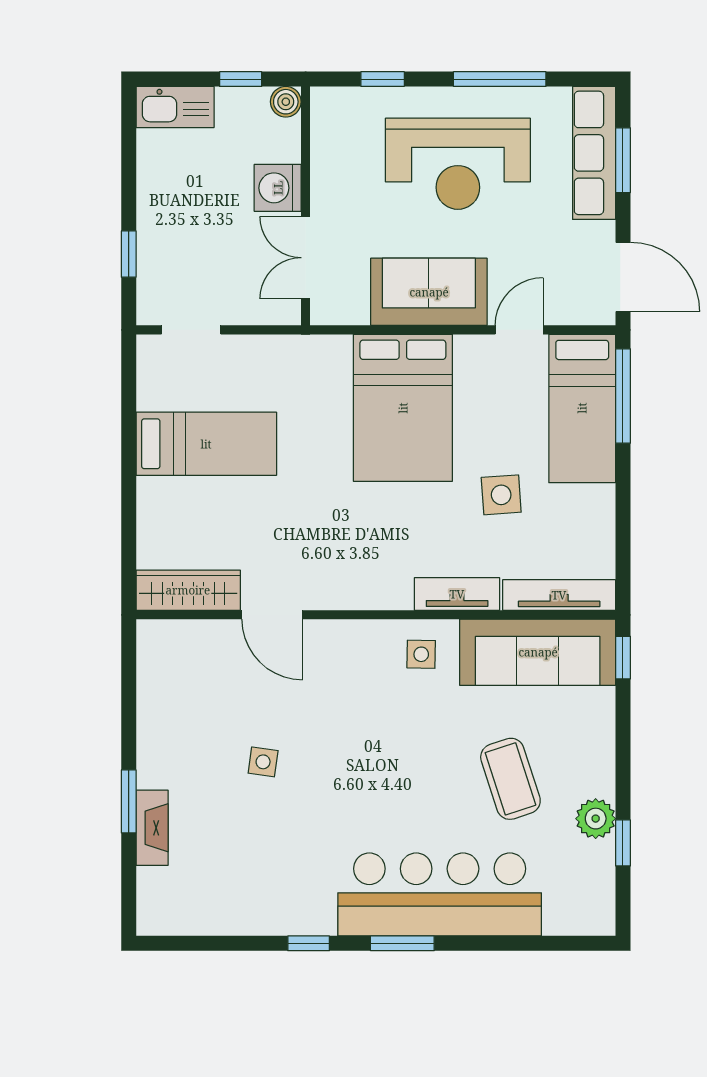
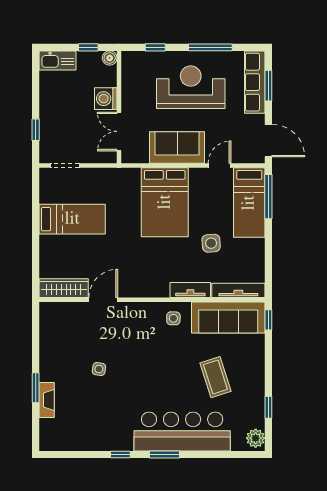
reception desk: (458, 164) -> (191, 87), turned 180
door: (272, 615) -> (103, 300), swing flipped
plant: (596, 819) -> (256, 438), moved

